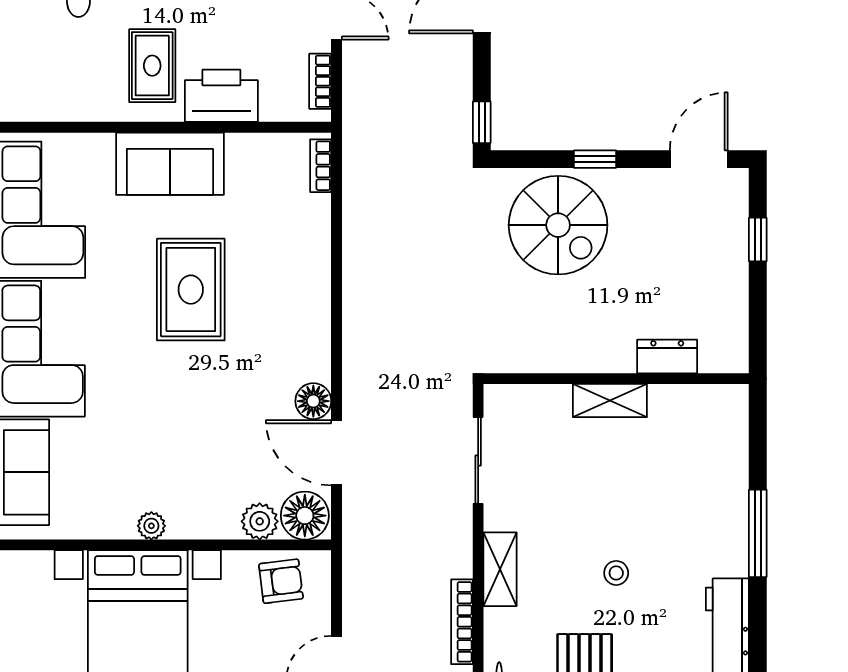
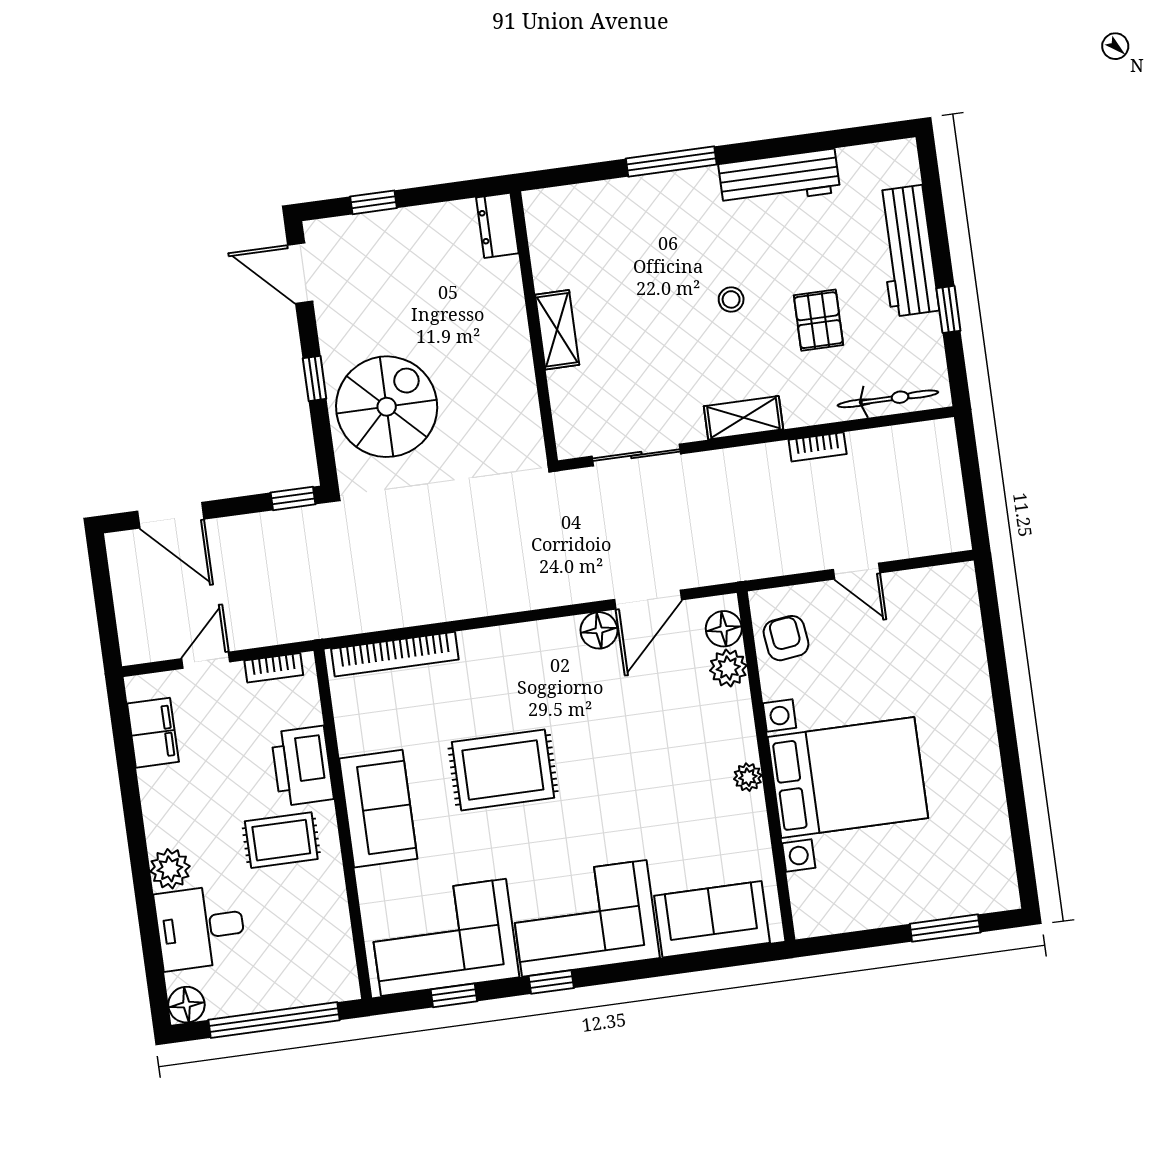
bookcase: (321, 166) -> (395, 654), width x2.31, depth x1.31
dresser: (667, 356) -> (497, 225), moved
floor lamp: (305, 516) -> (724, 629), width x0.73, depth x0.73
bookcase: (462, 622) -> (818, 447), width x0.64

